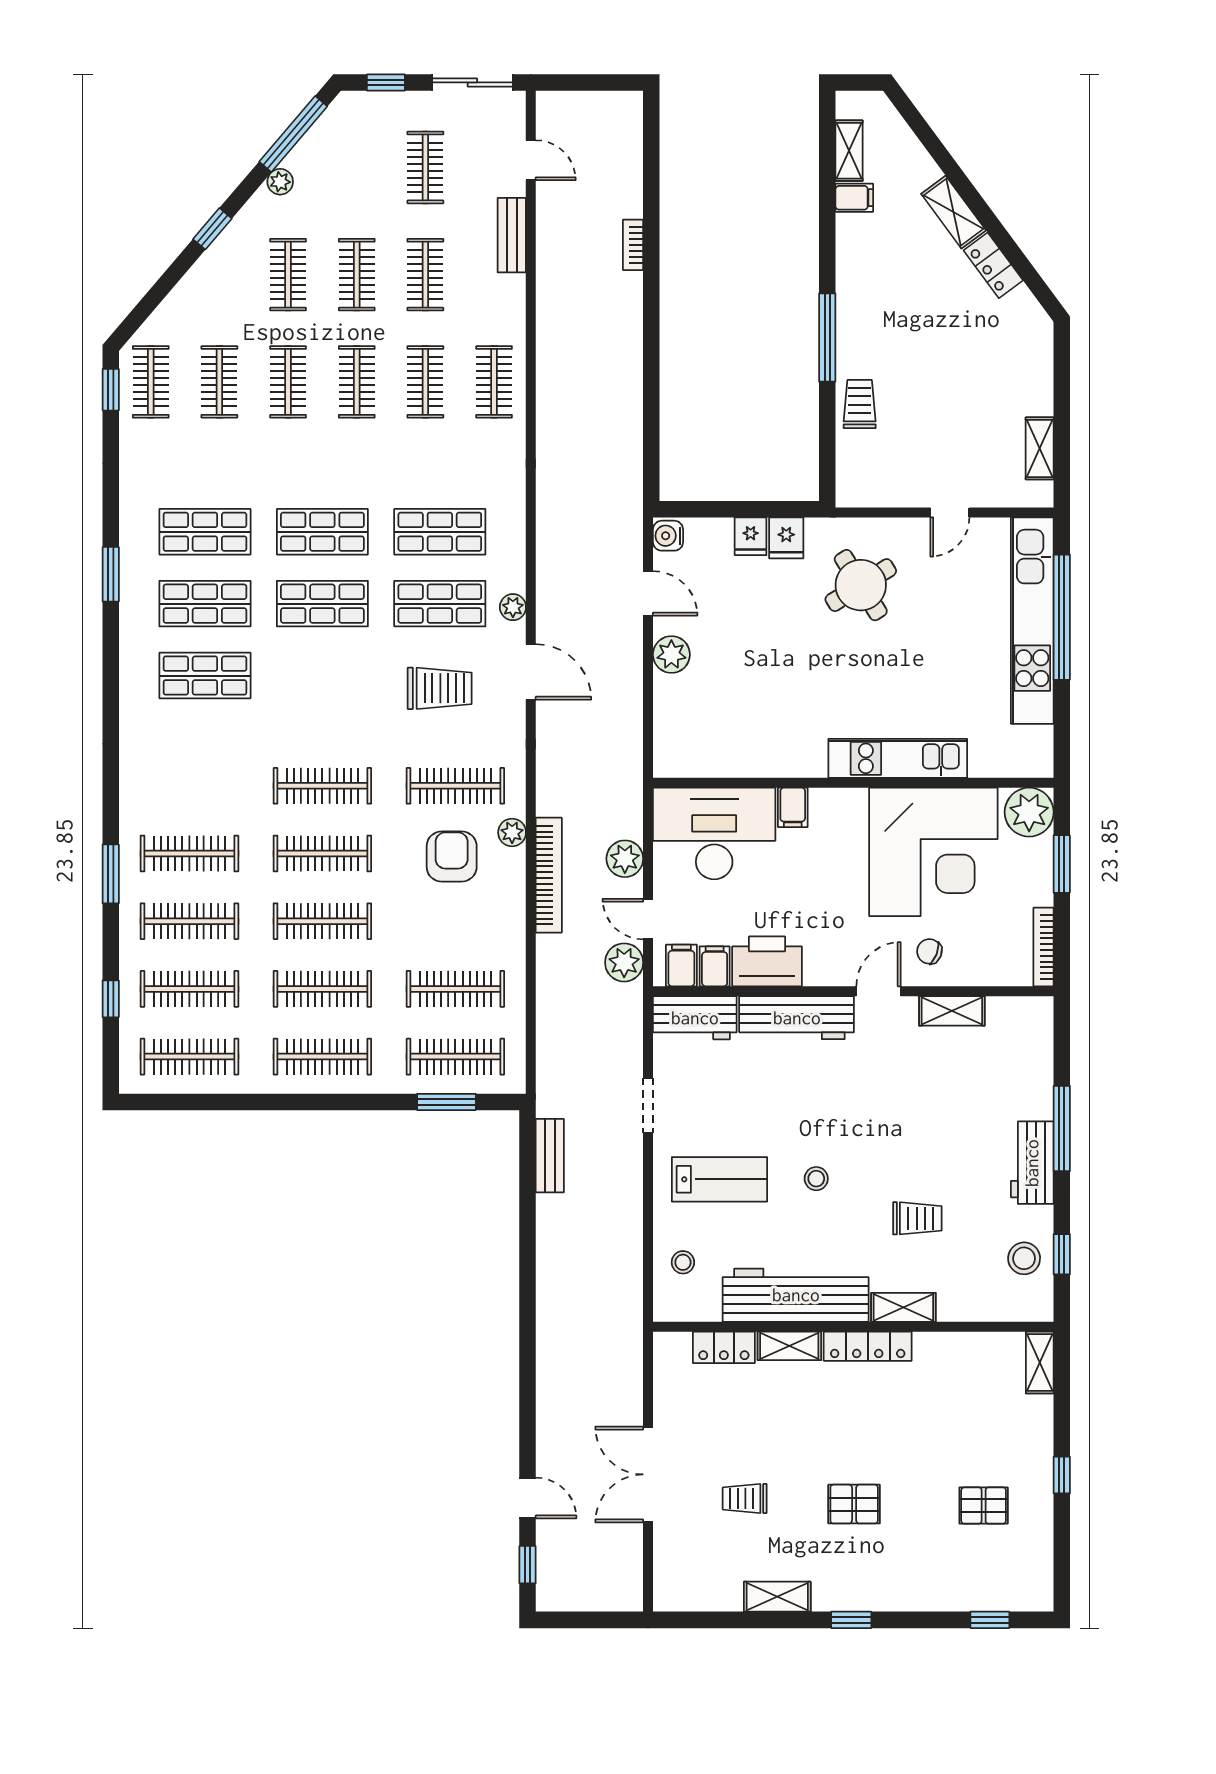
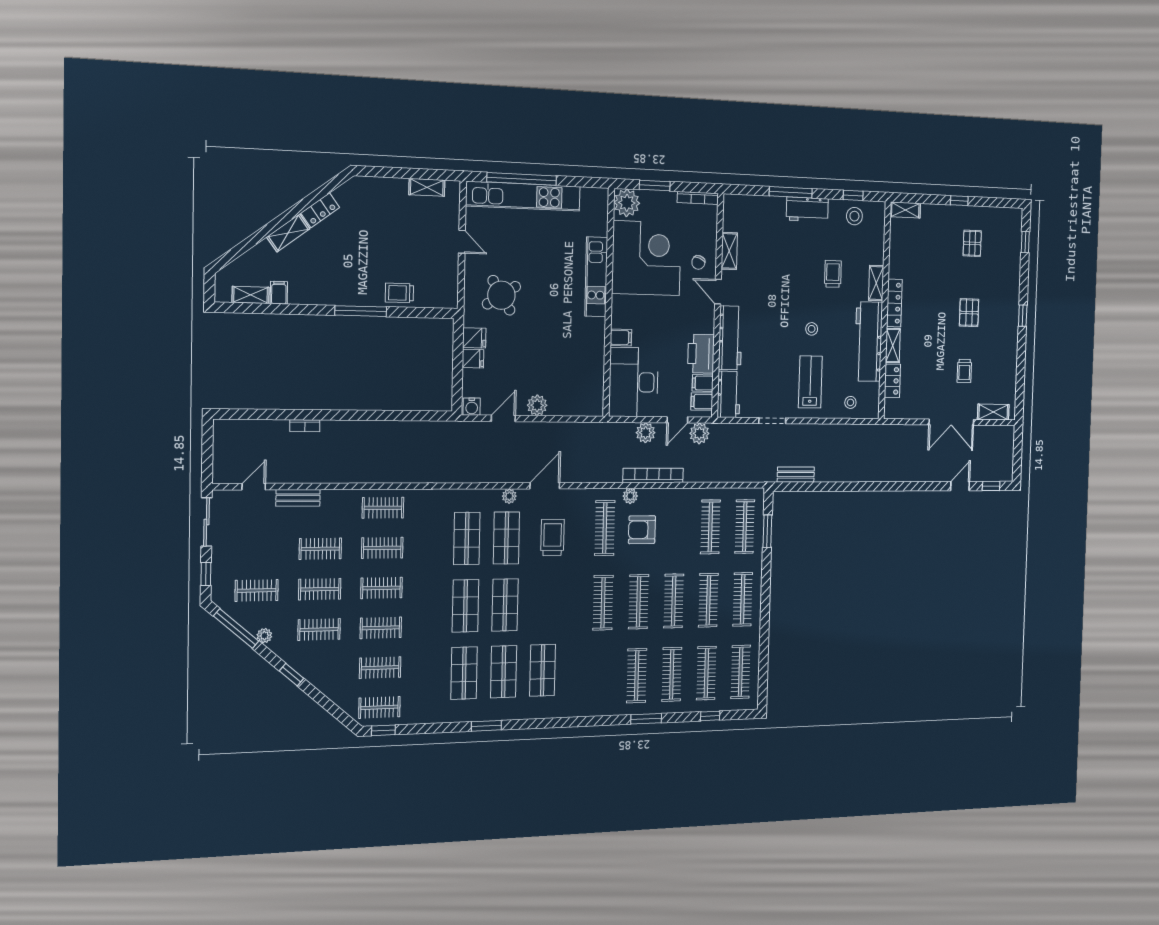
clothes rail: (425, 167) -> (257, 590), moved
shelving: (777, 1597) -> (993, 412), moved, turned 90

